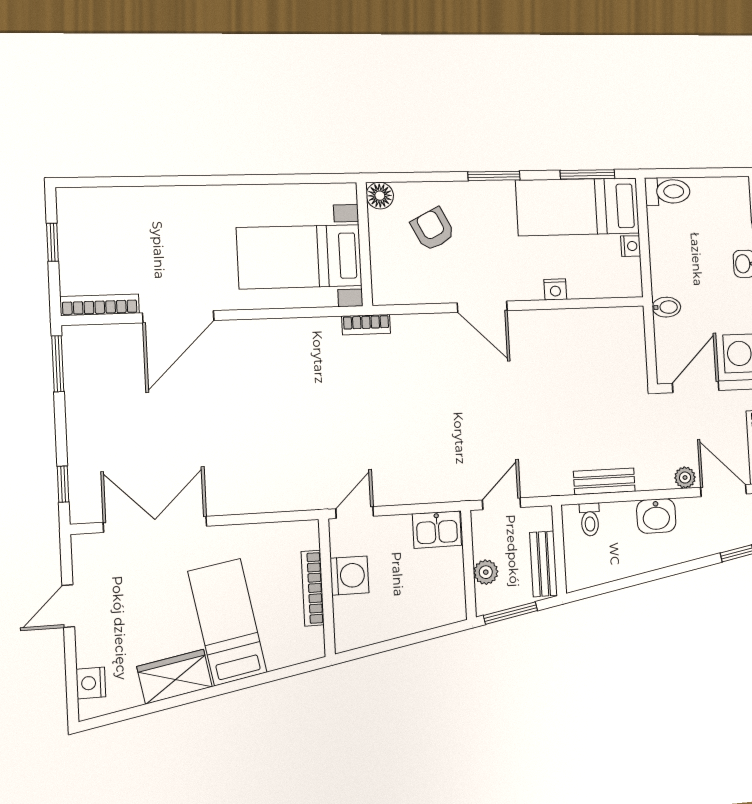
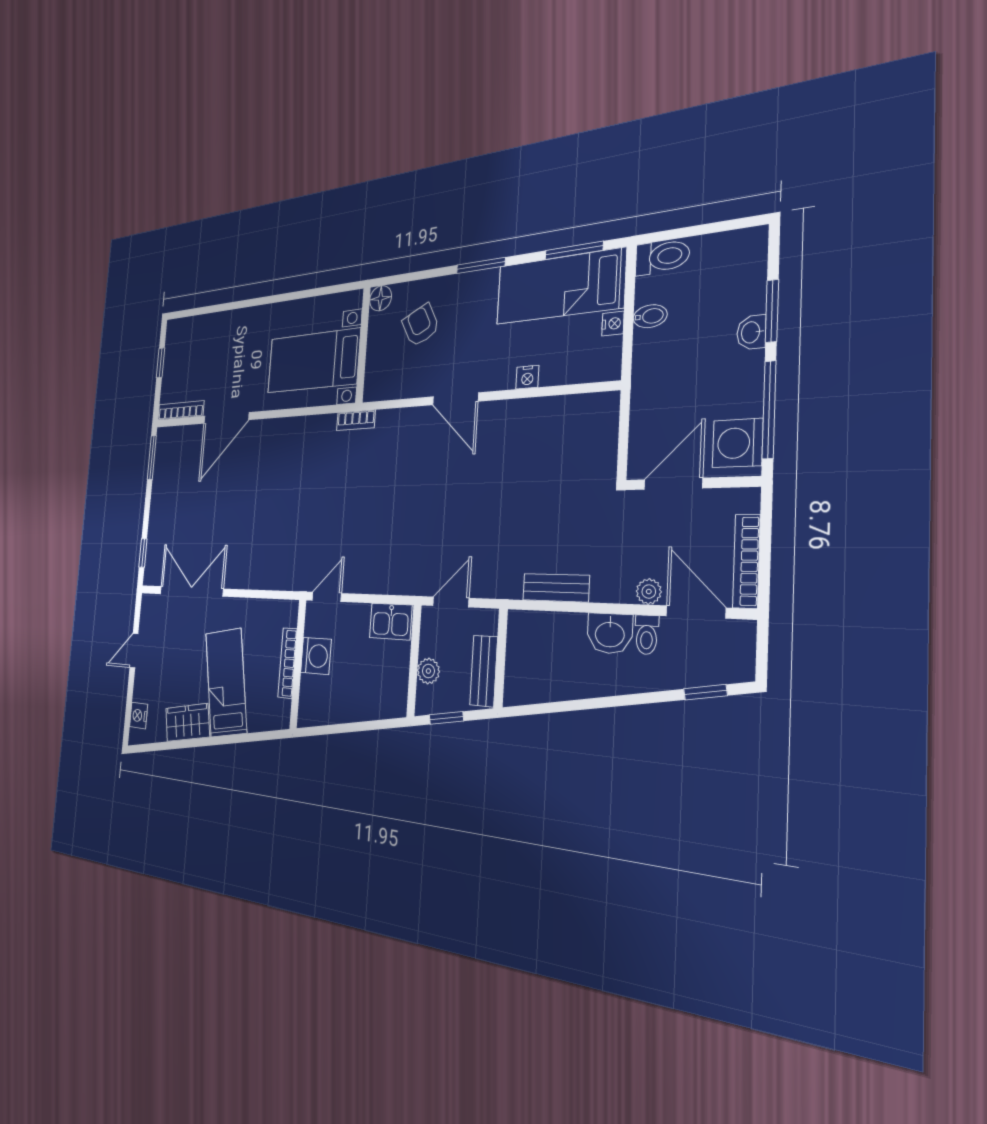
bidet: (666, 307) -> (650, 316), moved
toilet: (590, 519) -> (647, 635), moved
window: (510, 613) -> (446, 718), width x0.67

